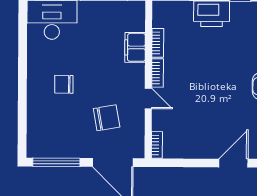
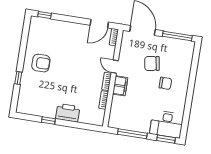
filing cabinet: (135, 47) -> (120, 86), moved
chair: (107, 118) -> (152, 63), moved
door: (233, 163) -> (99, 24), moved

